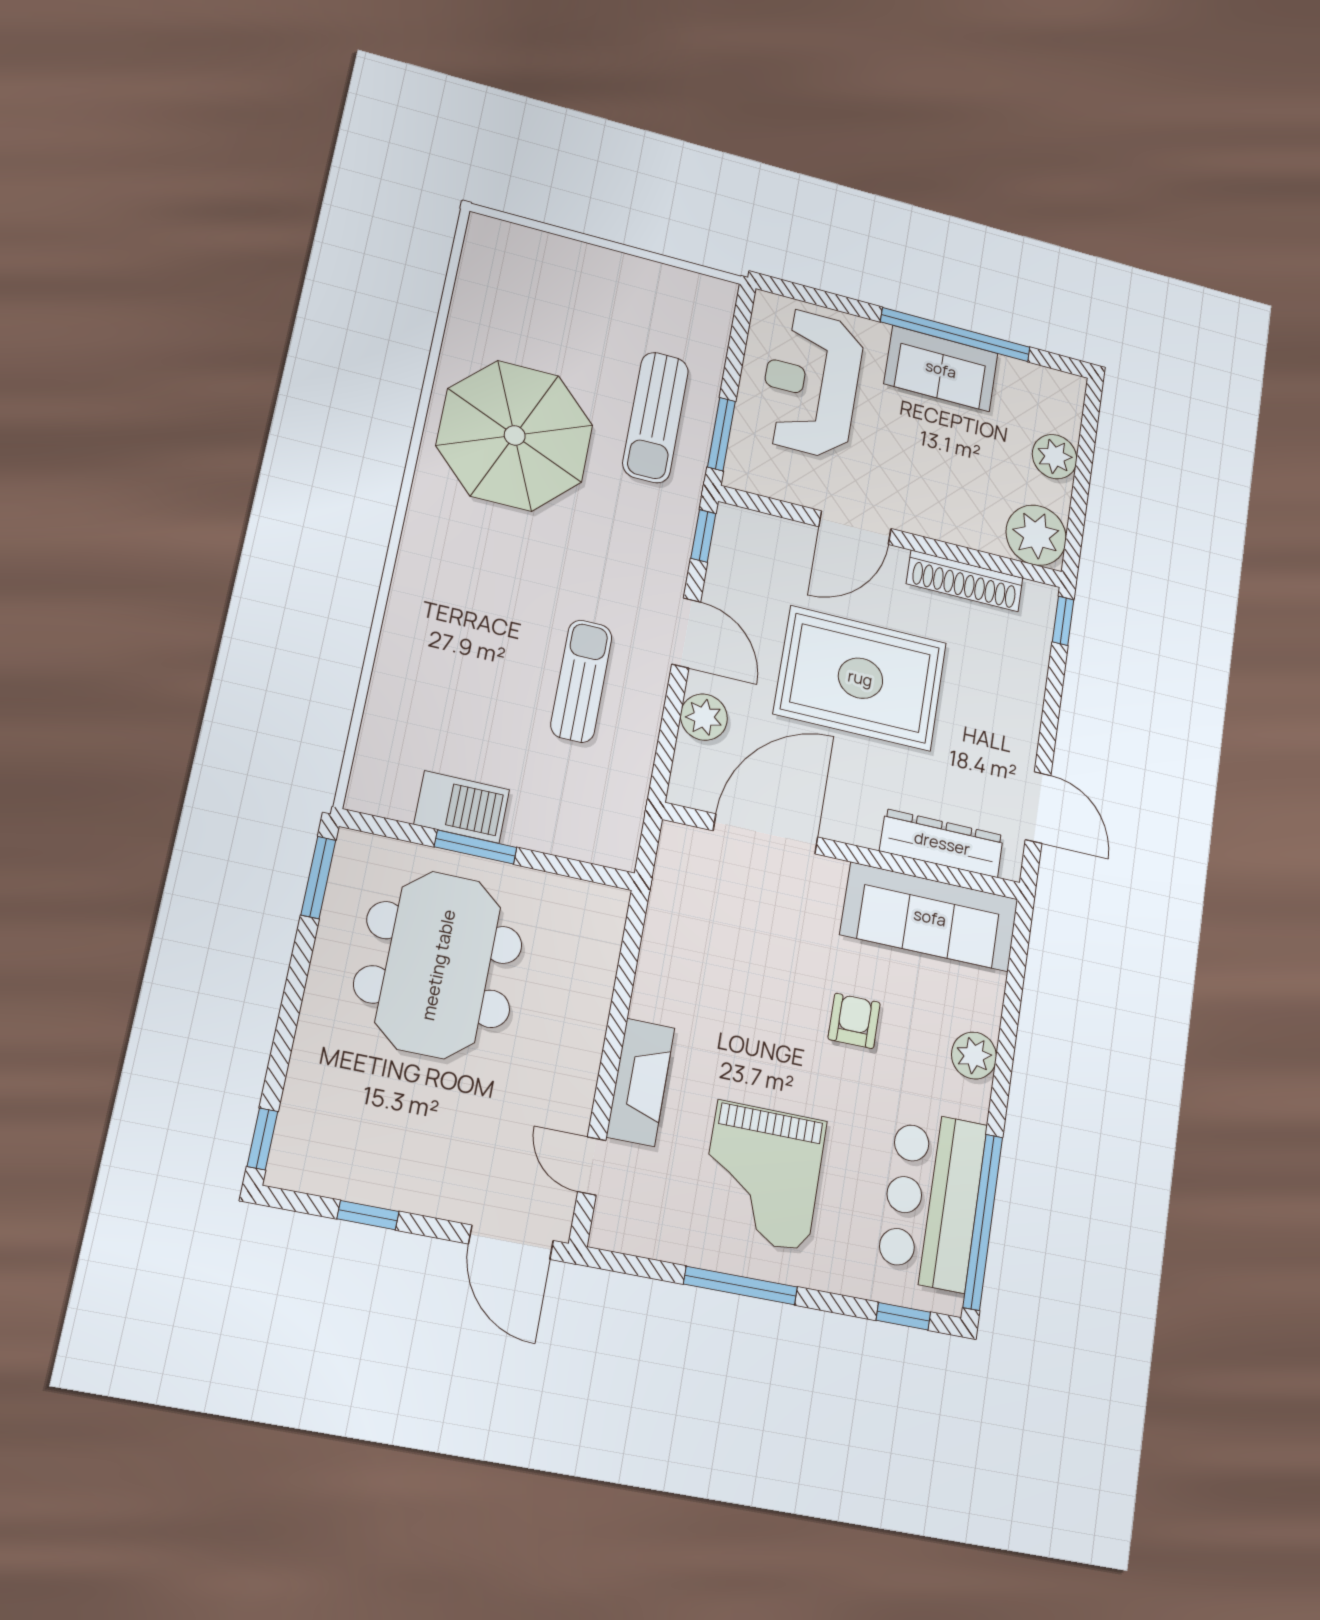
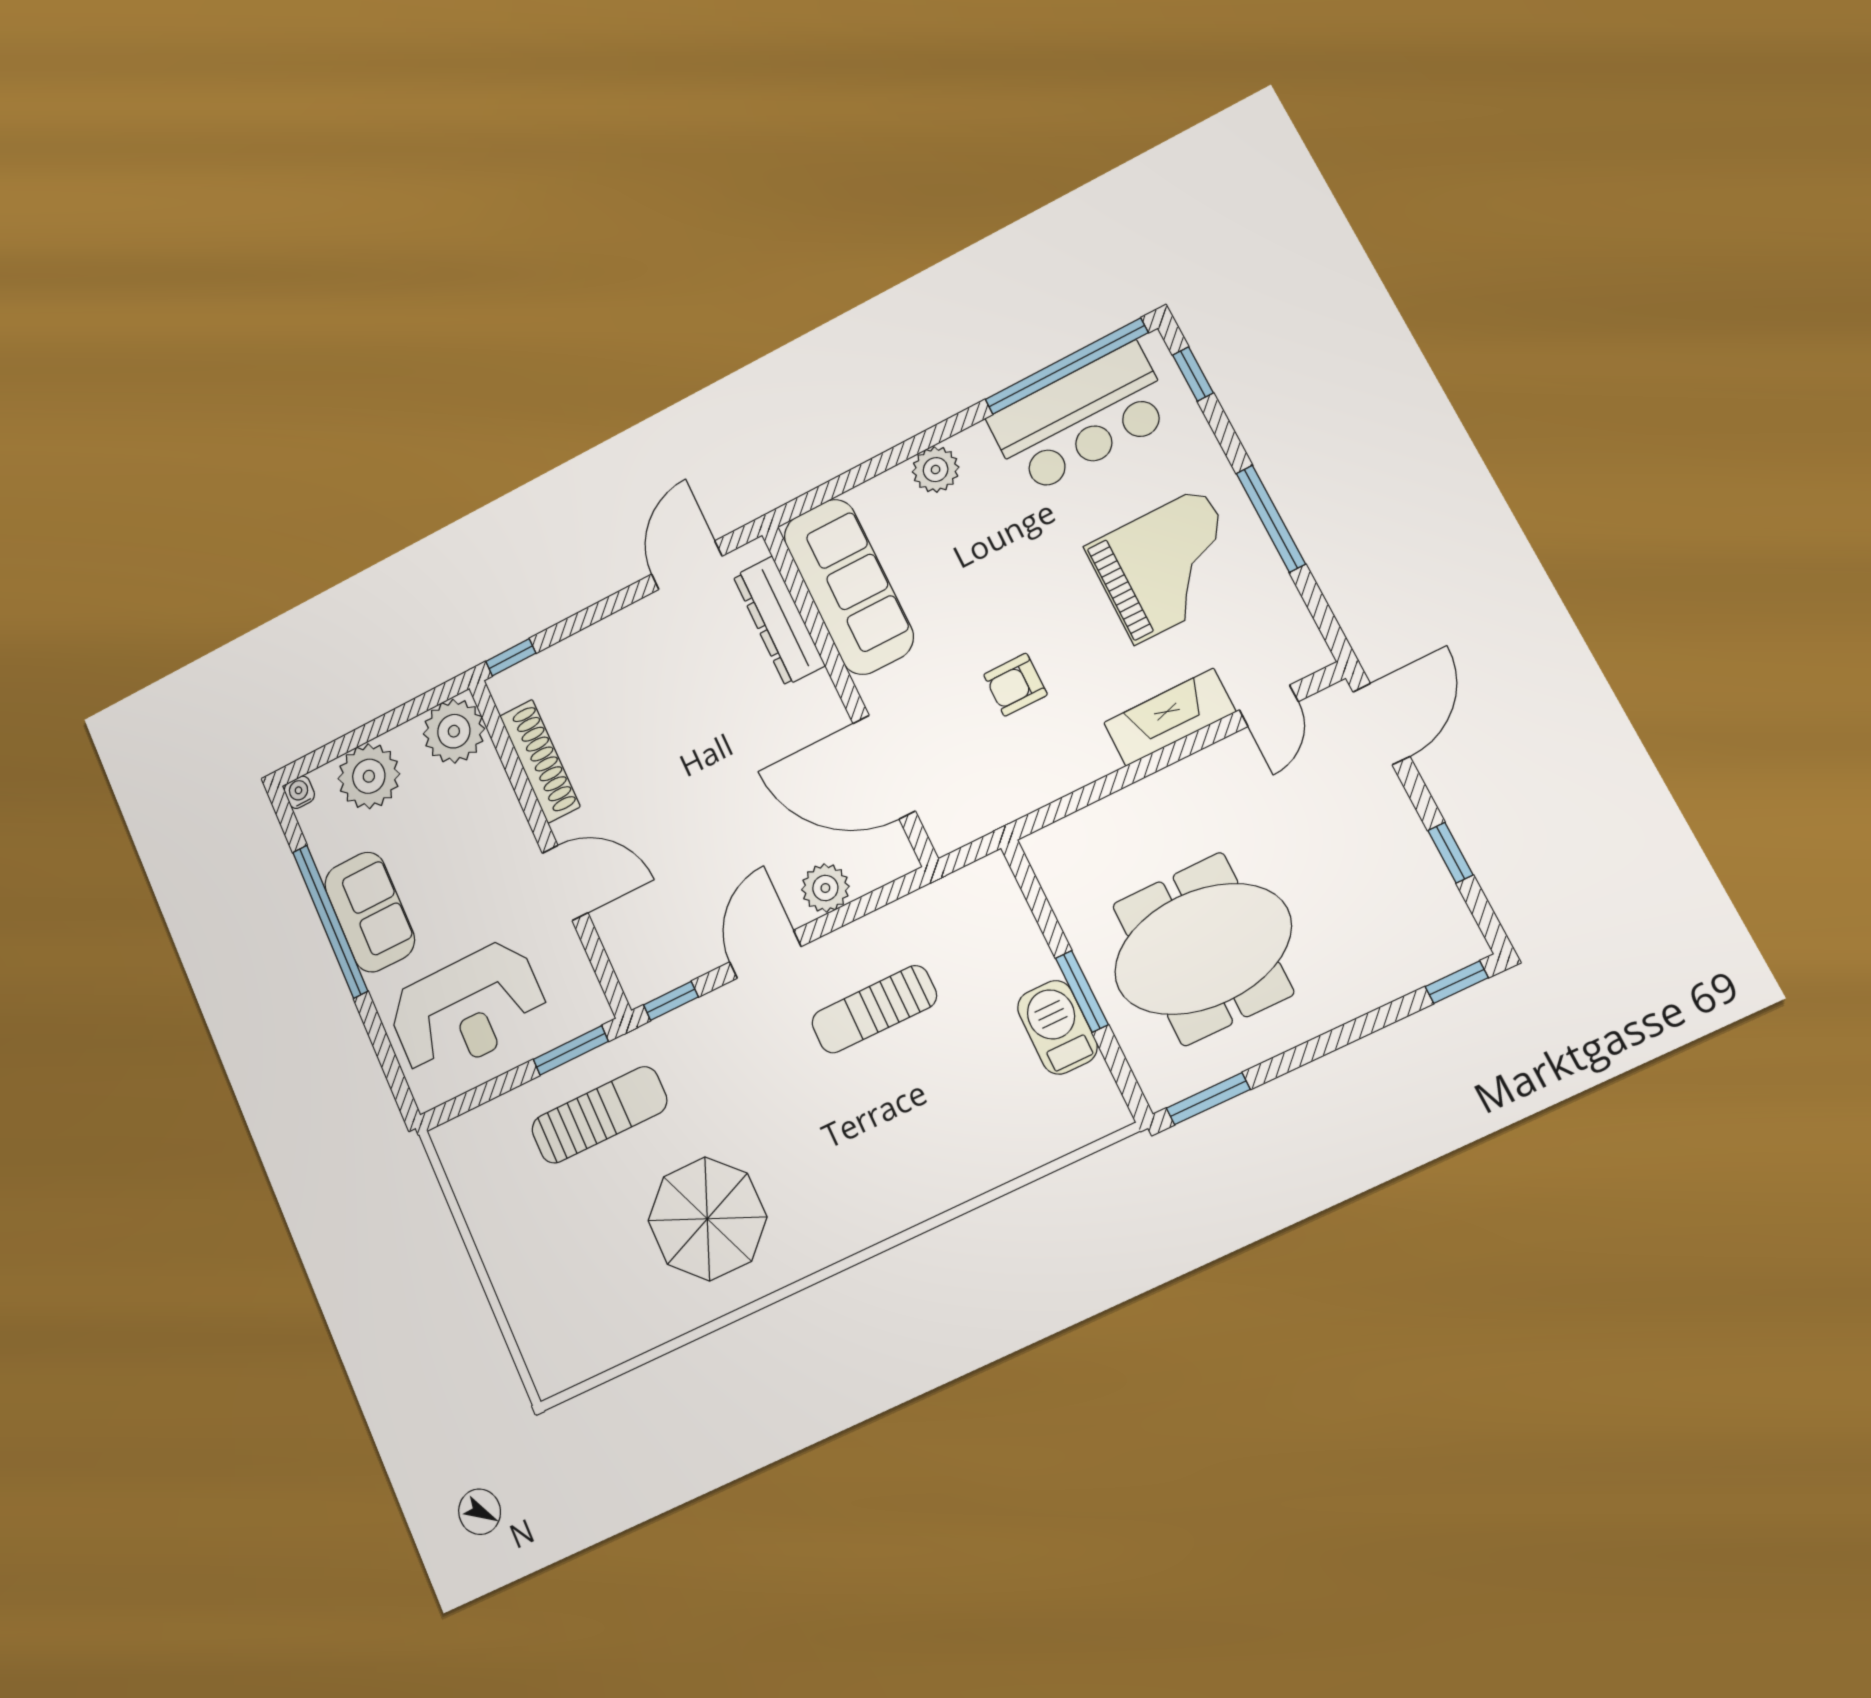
water cooler: (1073, 387) -> (299, 792), added
parasol: (515, 435) -> (707, 1219), width x0.73, depth x0.73
plant: (1055, 457) -> (369, 776), width x1.36, depth x1.36
rug: (860, 678) -> (691, 786), removed
armchair: (854, 1021) -> (1015, 685), moved

